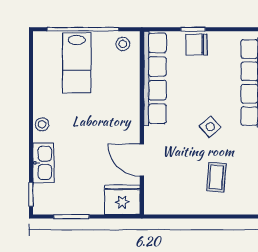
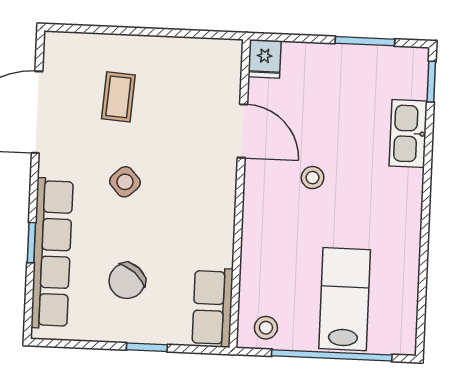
chair: (196, 45) -> (127, 281), moved, turned 130
row of seats: (155, 78) -> (213, 308), width x0.50
stool: (42, 124) -> (313, 178), moved
fridge: (122, 200) -> (264, 59), width x0.53, depth x0.75

